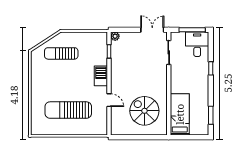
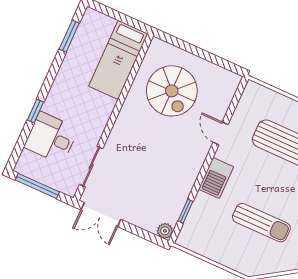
desk: (197, 44) -> (51, 138), moved, turned 90
sun lounger: (61, 53) -> (261, 223), moved

